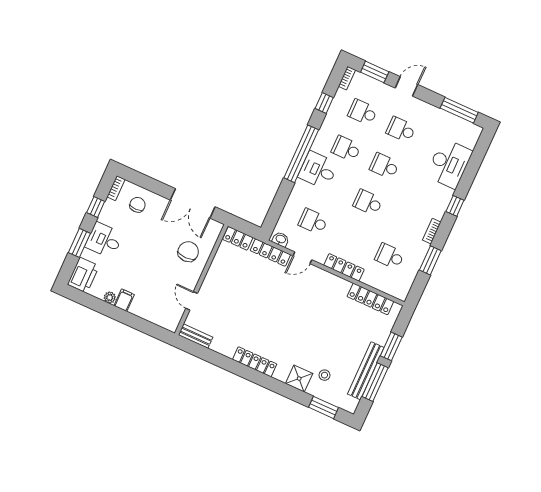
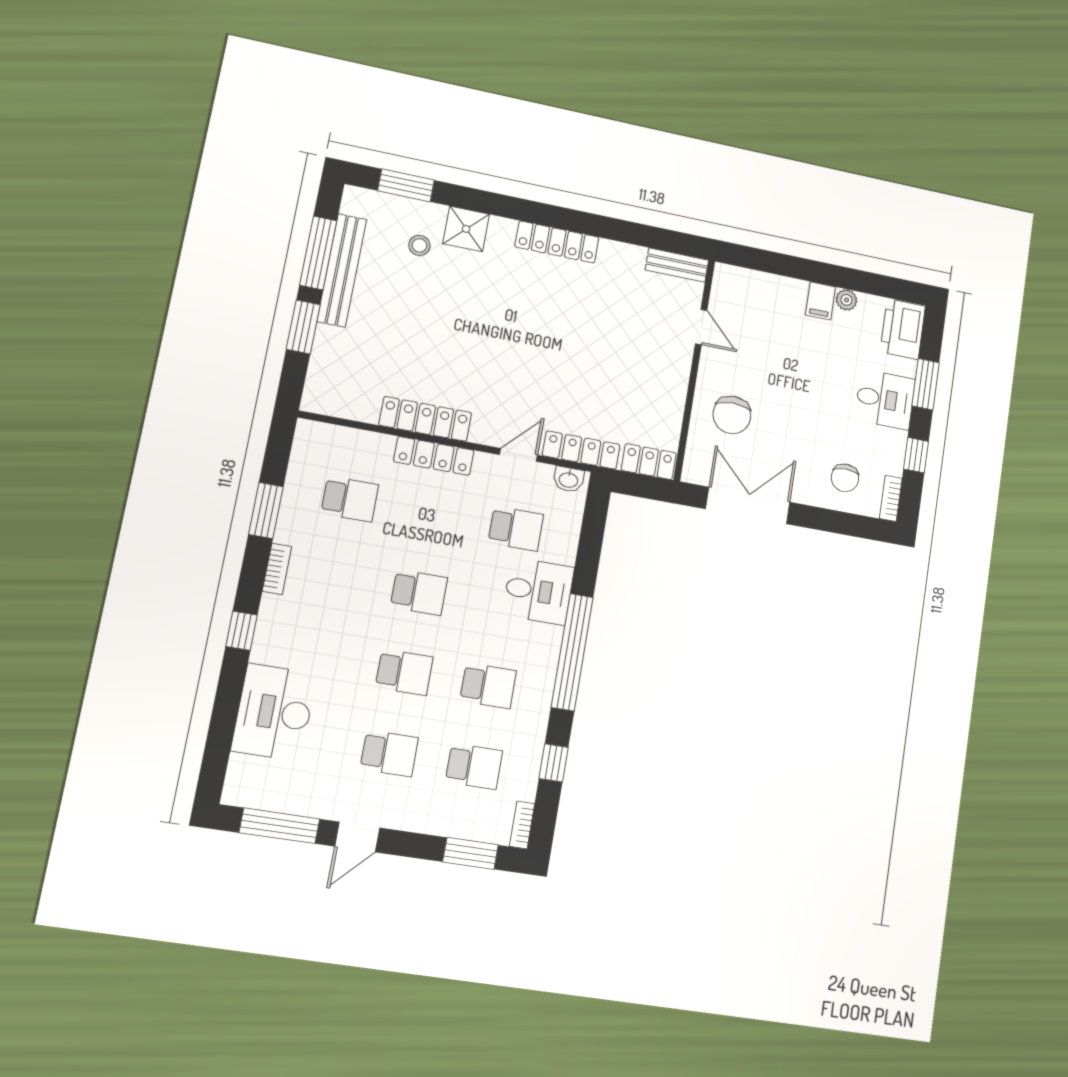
door: (406, 86) -> (357, 837), moved
desk: (318, 170) -> (538, 591), moved
locker: (370, 299) -> (425, 419), moved

